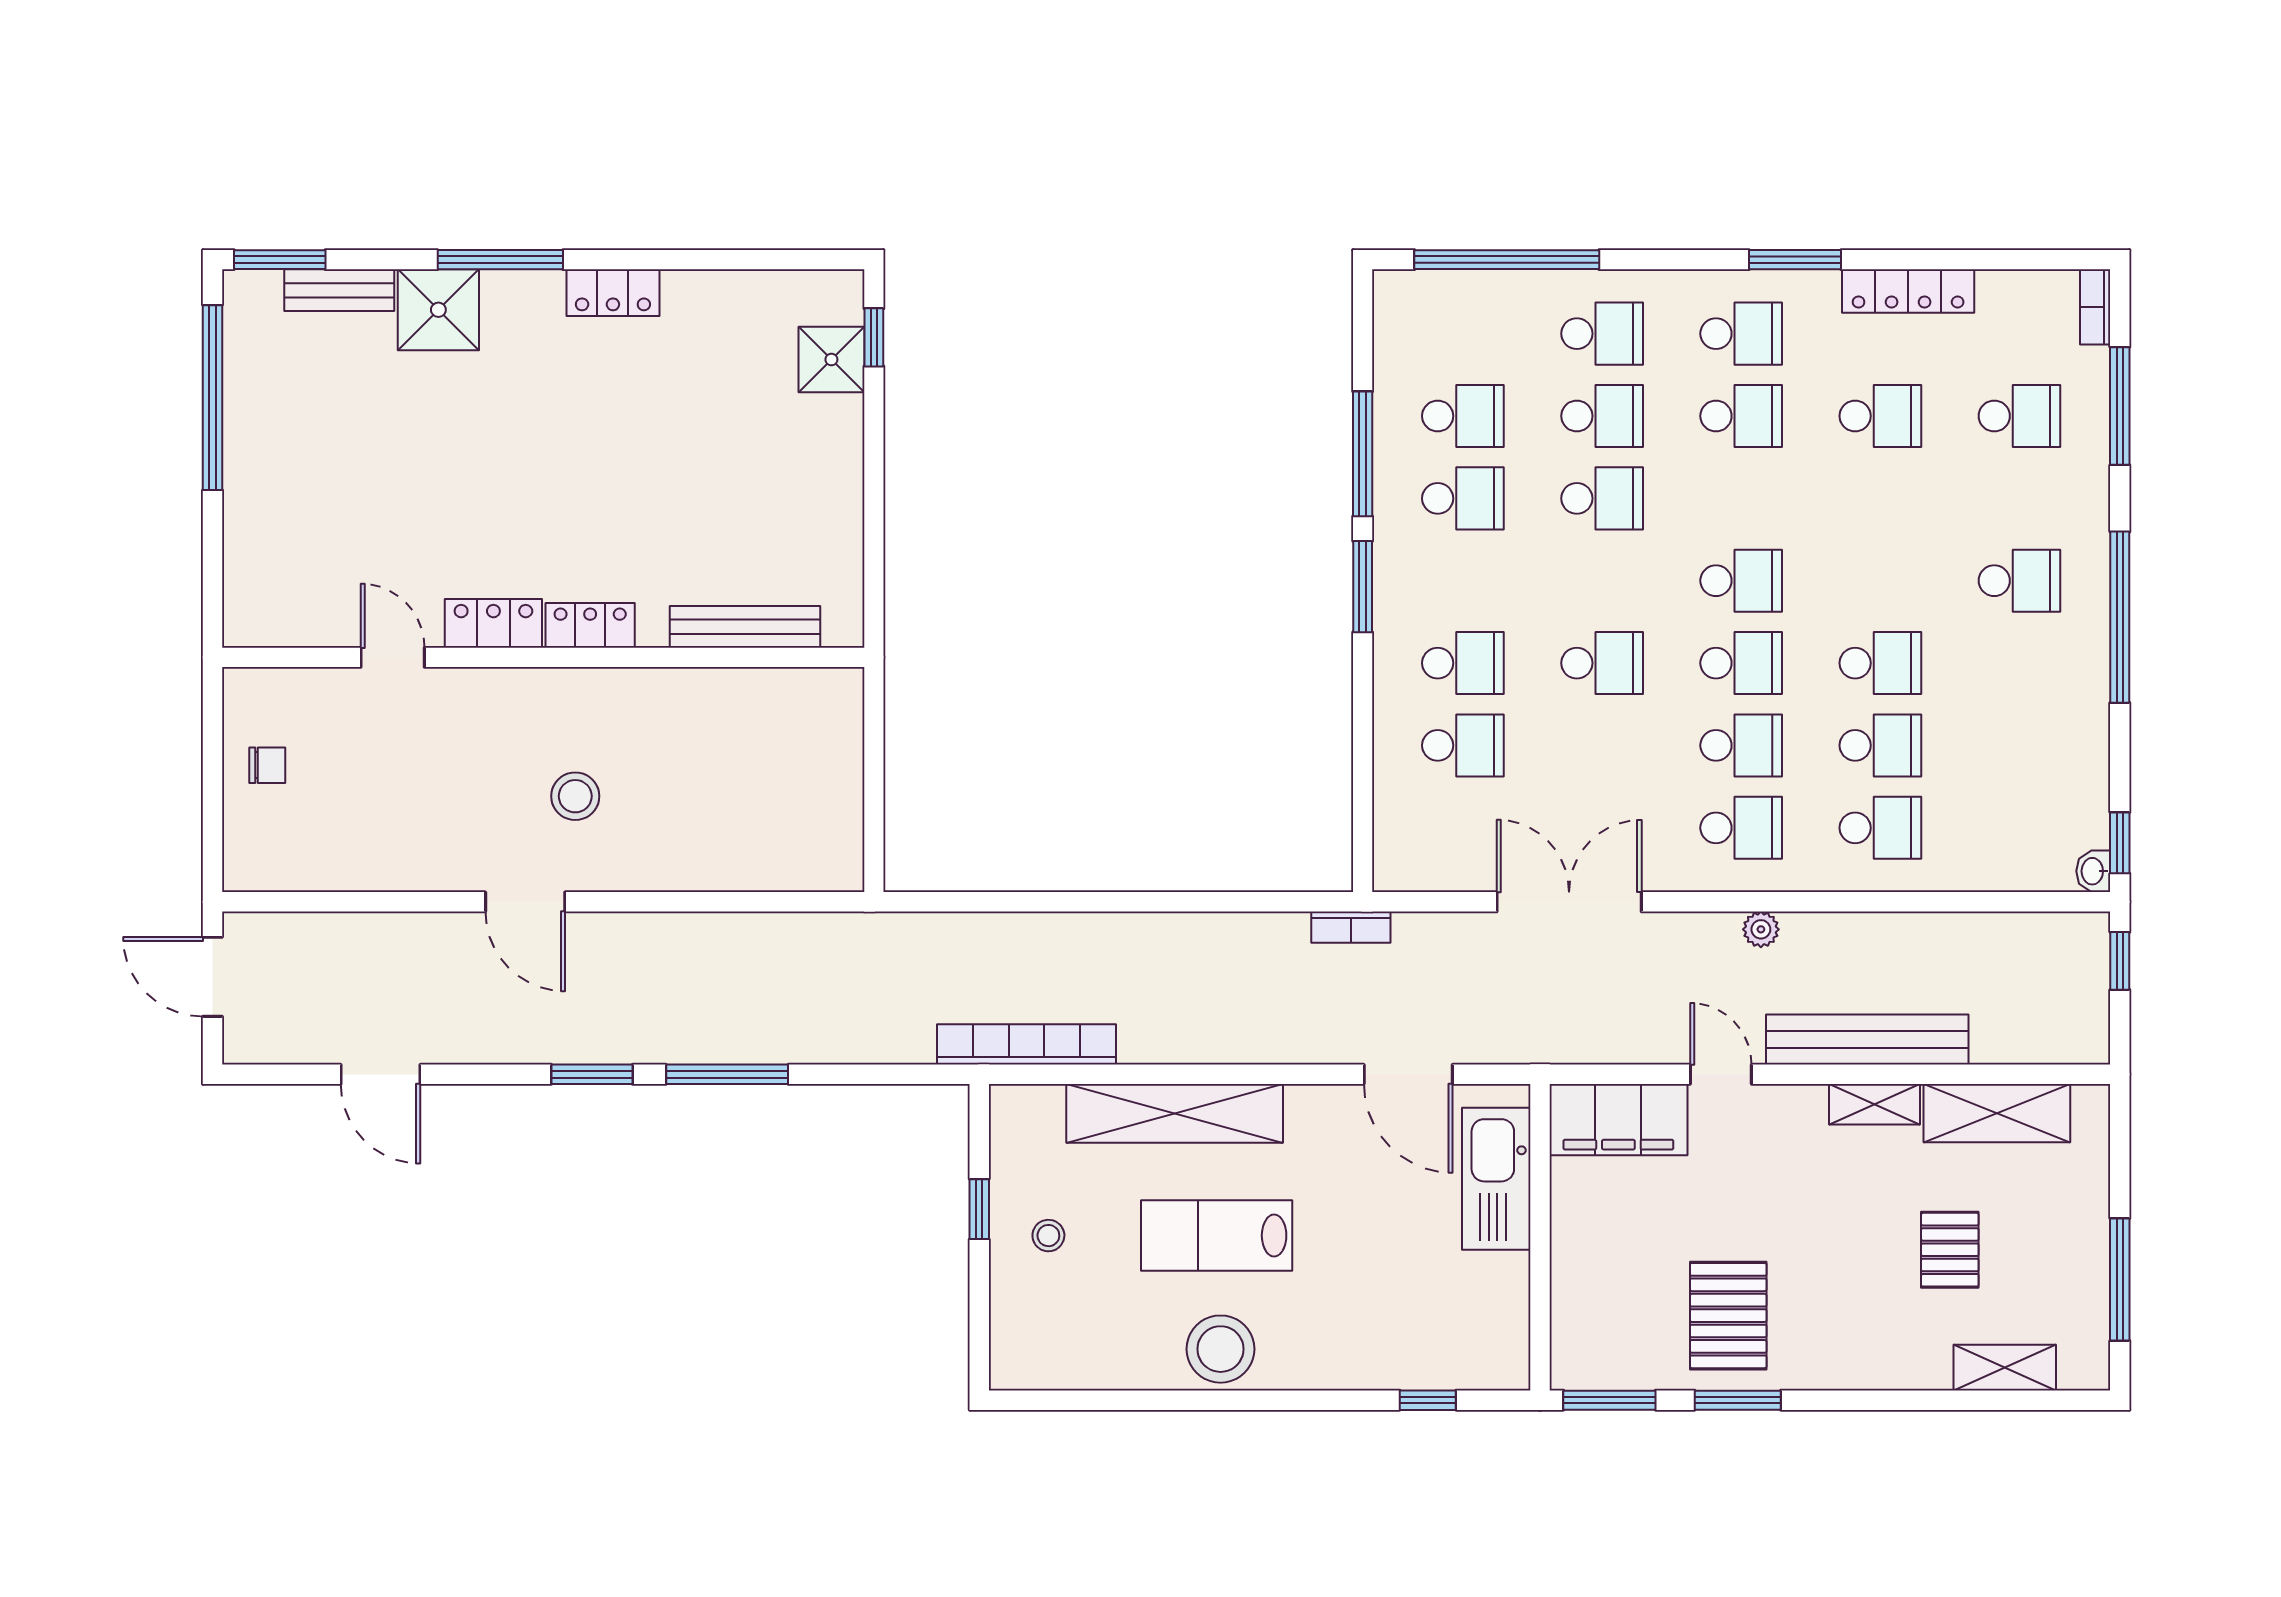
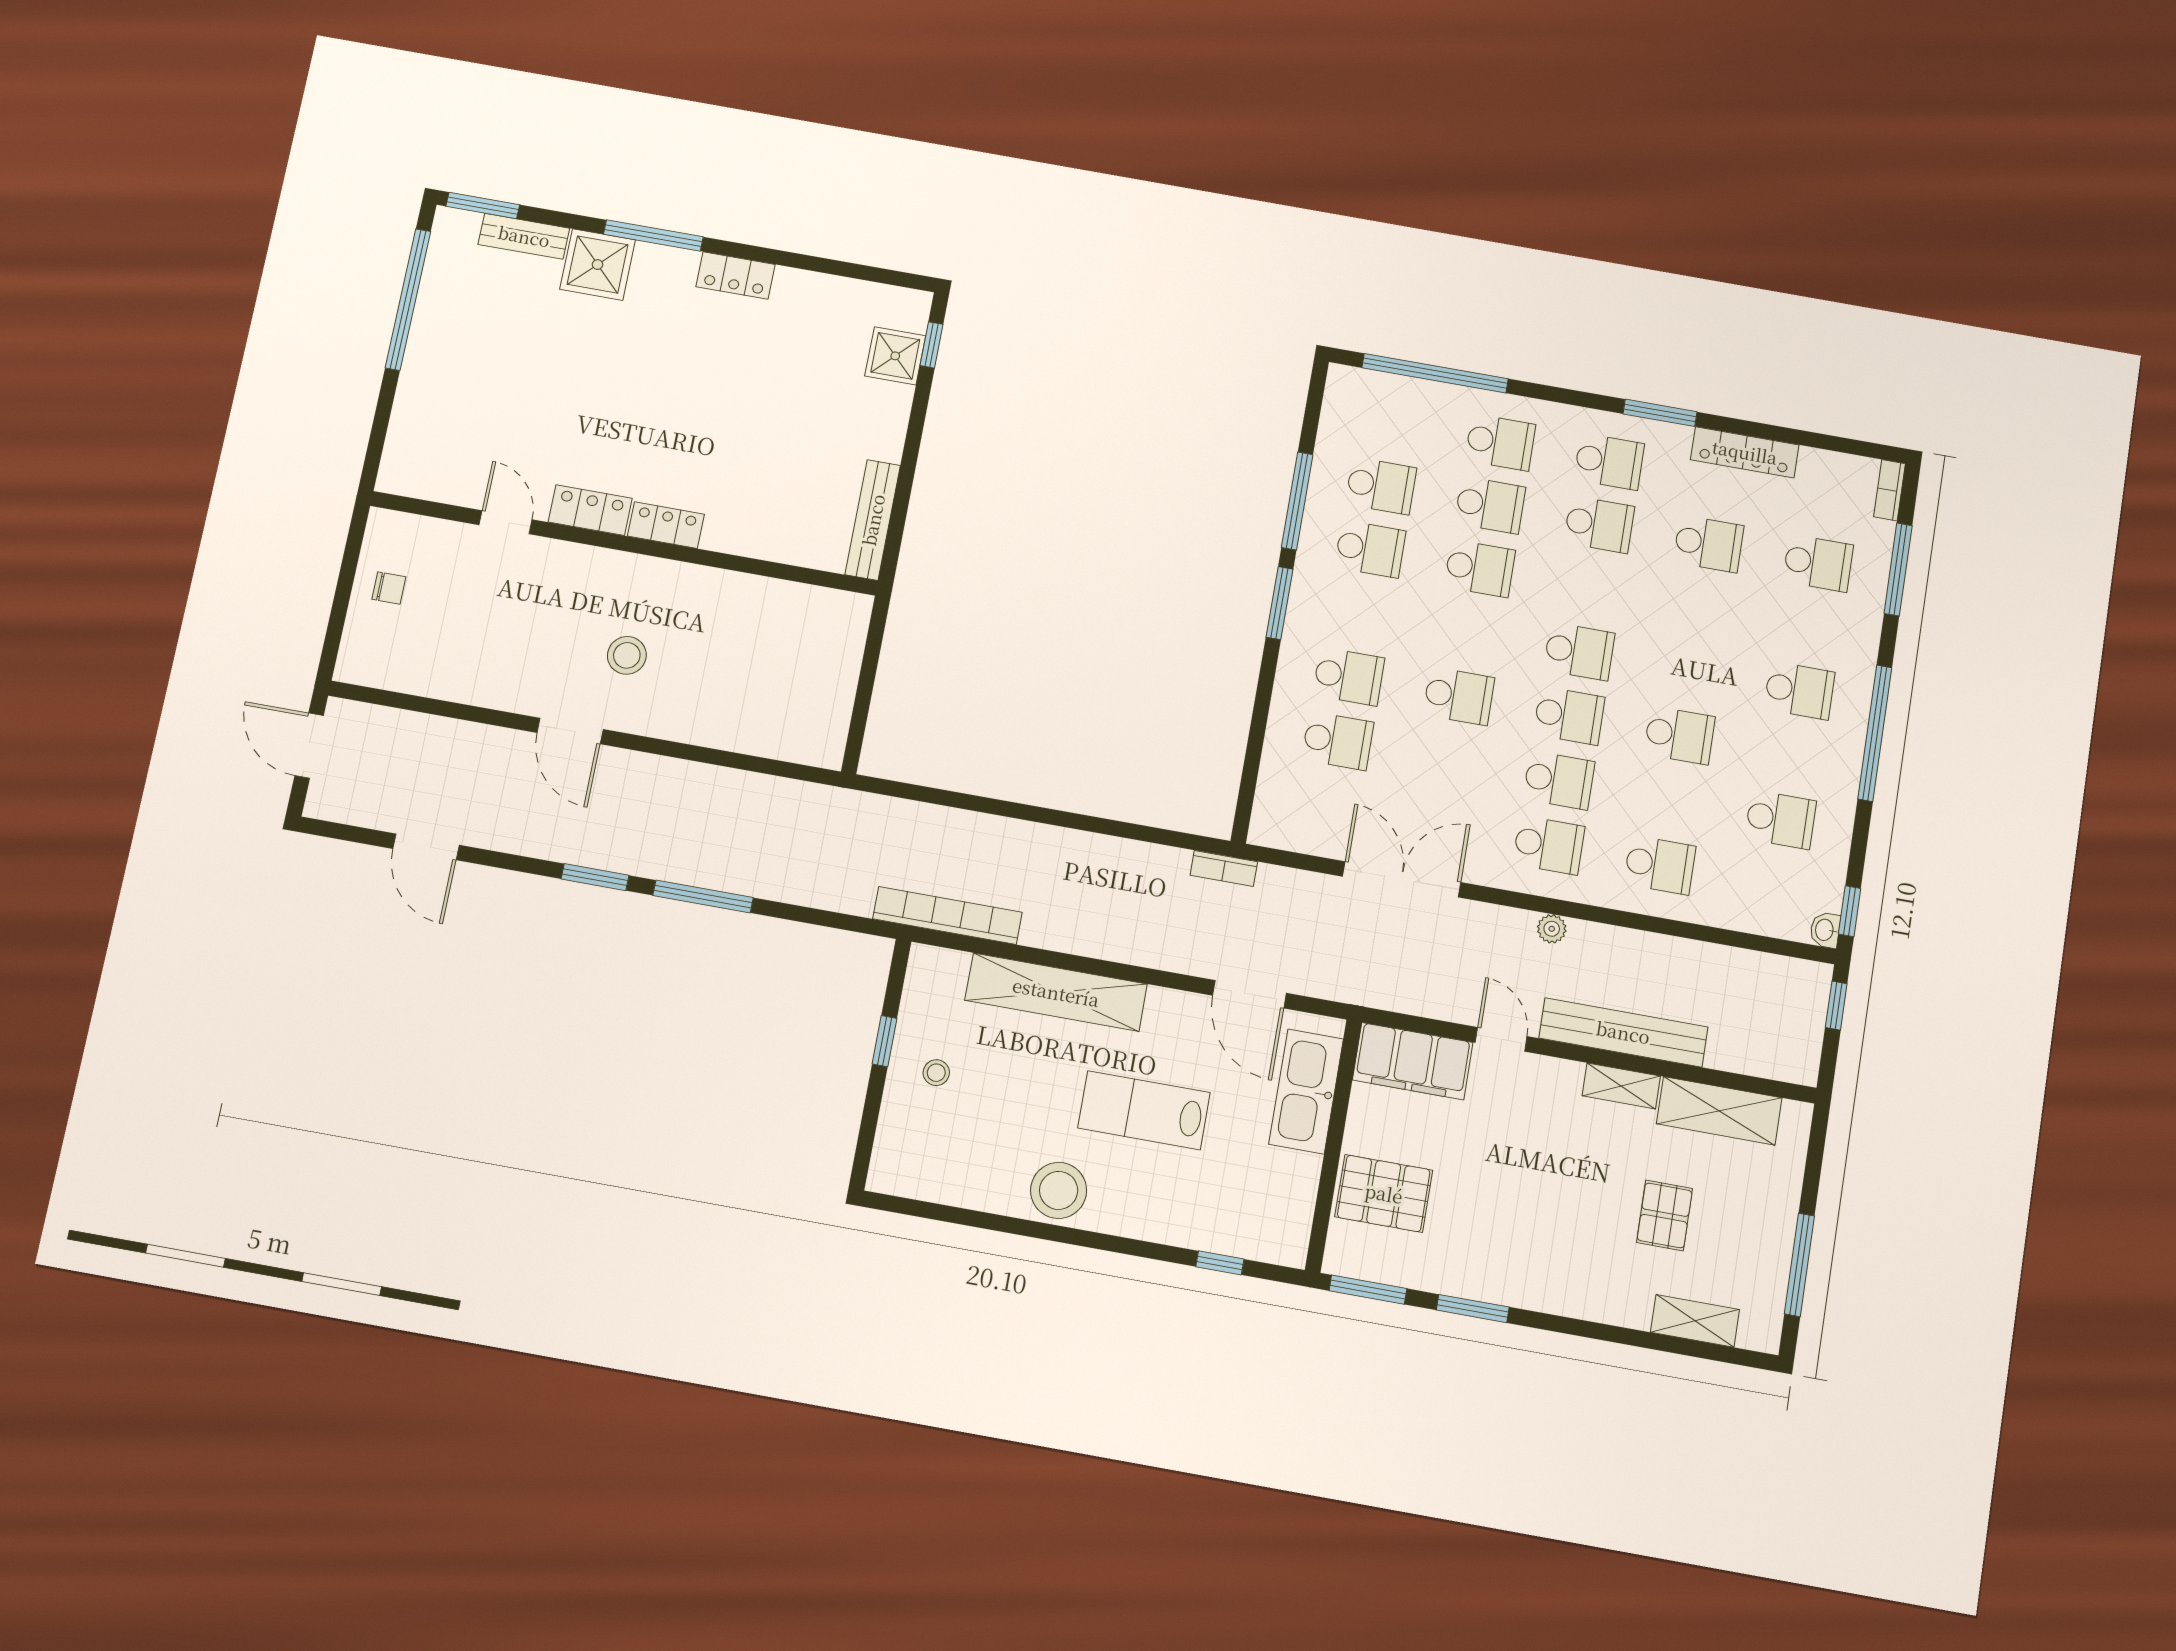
bench: (745, 627) -> (873, 520), moved, turned 90
school desk: (1880, 745) -> (1781, 820), moved
lab bench: (1217, 1236) -> (1144, 1110), moved
pallet: (1728, 1316) -> (1384, 1193), moved, turned 90

